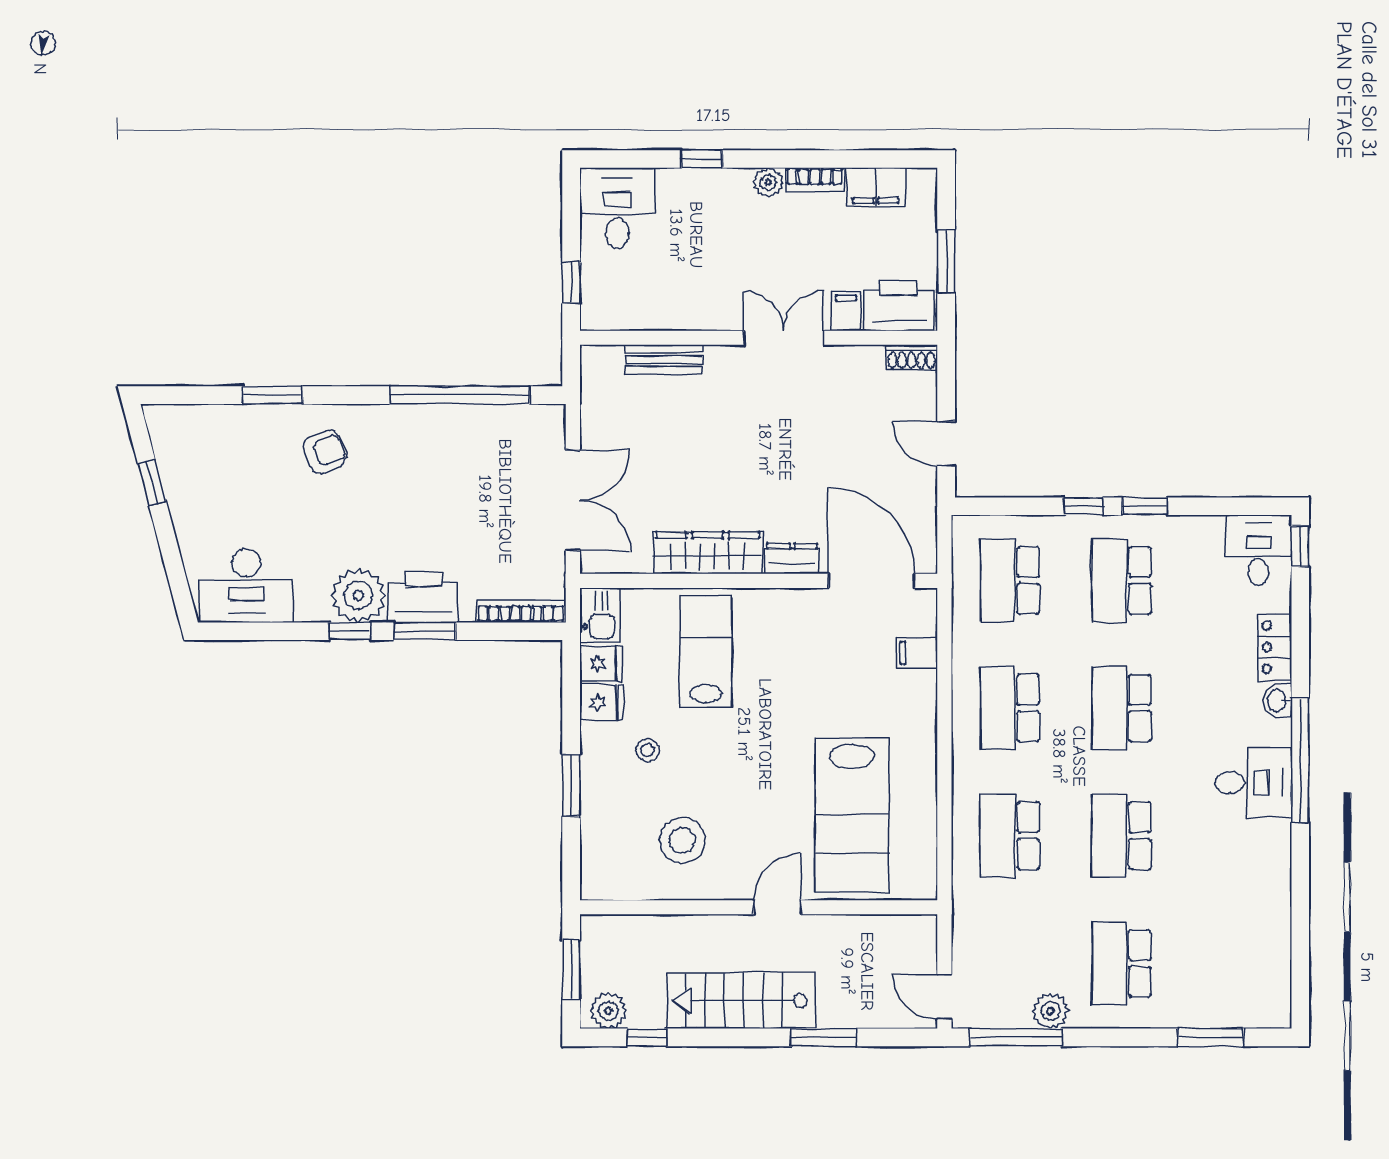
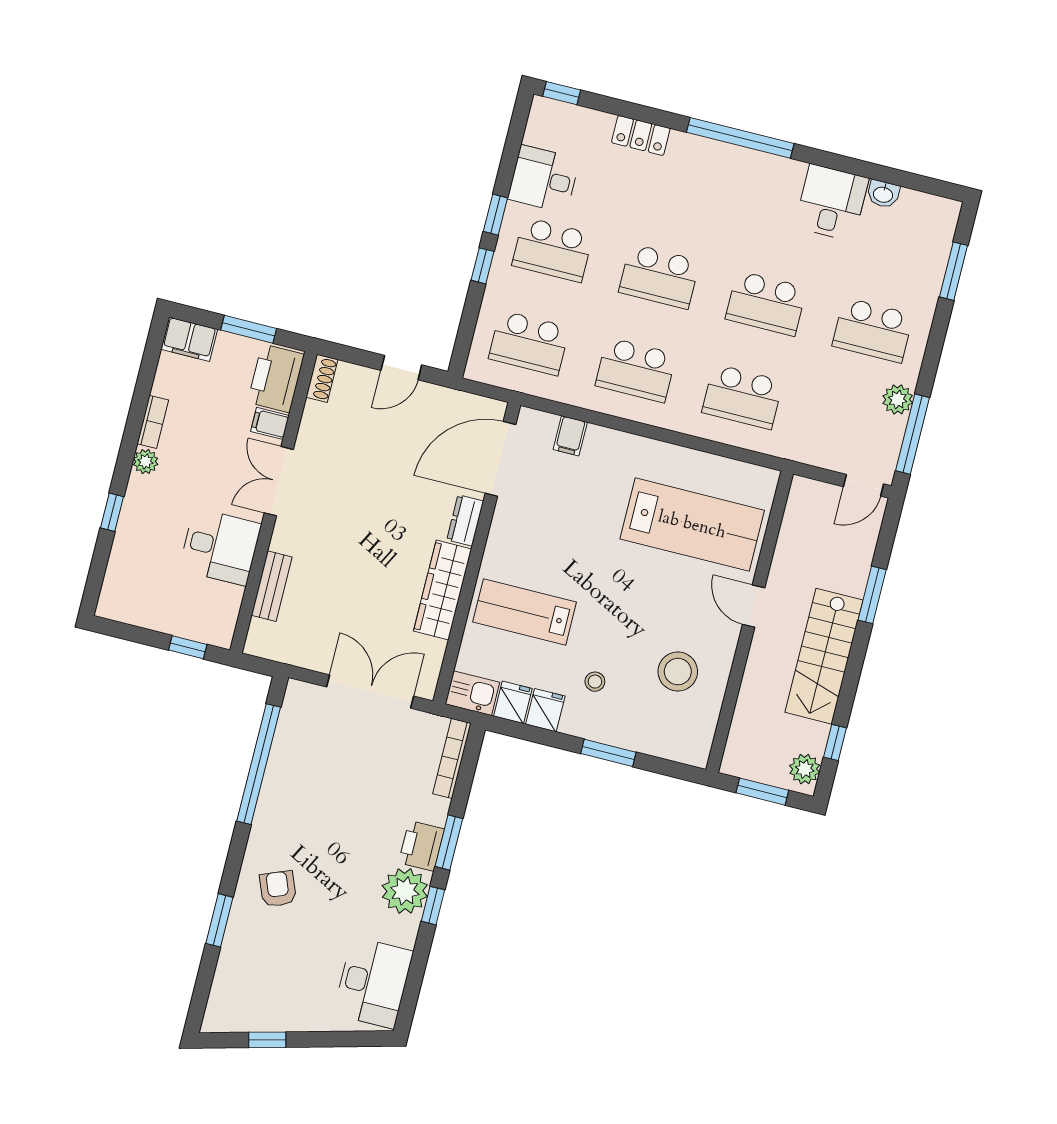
filing cabinet: (876, 187) -> (189, 339), moved, turned 90
desk: (617, 208) -> (220, 547), moved, turned 180
desk: (1259, 550) -> (544, 179), moved
printer: (423, 597) -> (421, 846), width x0.73, depth x0.84
washbasin: (1278, 700) -> (883, 194), moved
desk: (1253, 783) -> (832, 203), moved

